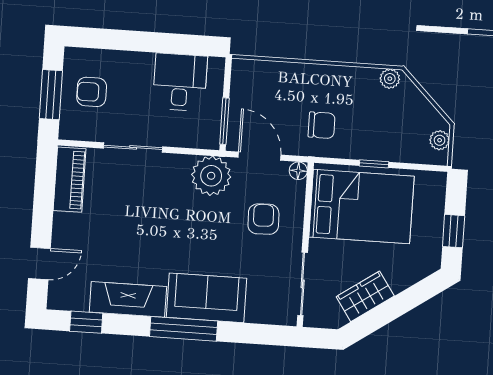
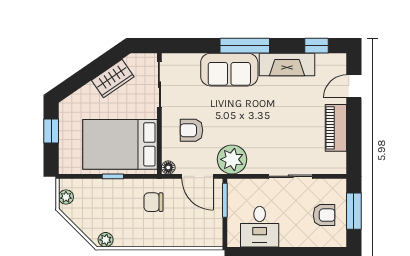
piano: (70, 180) -> (336, 128), moved
armchair: (263, 219) -> (191, 130), turned 92

